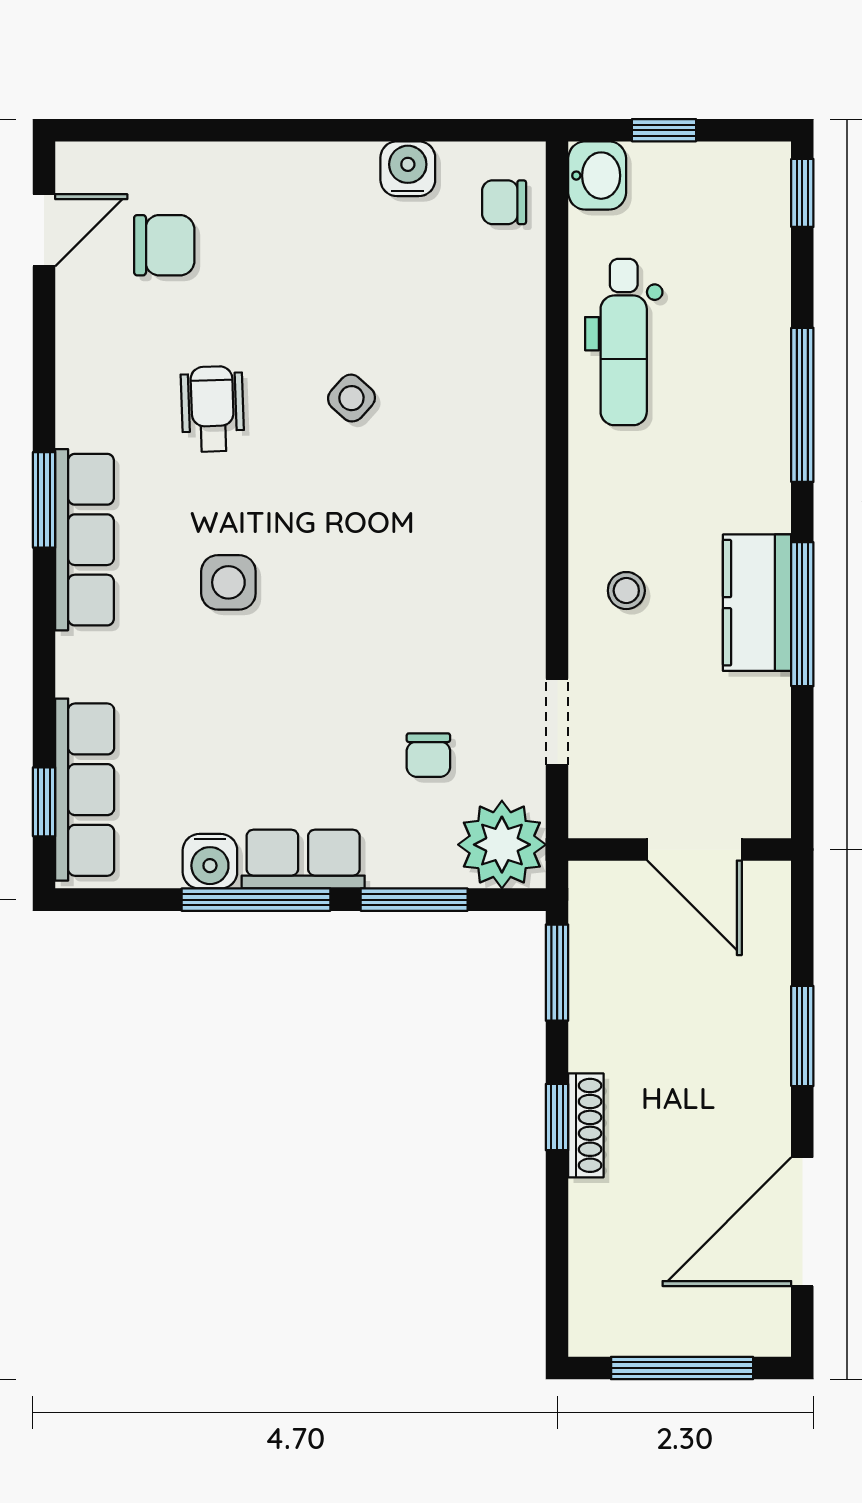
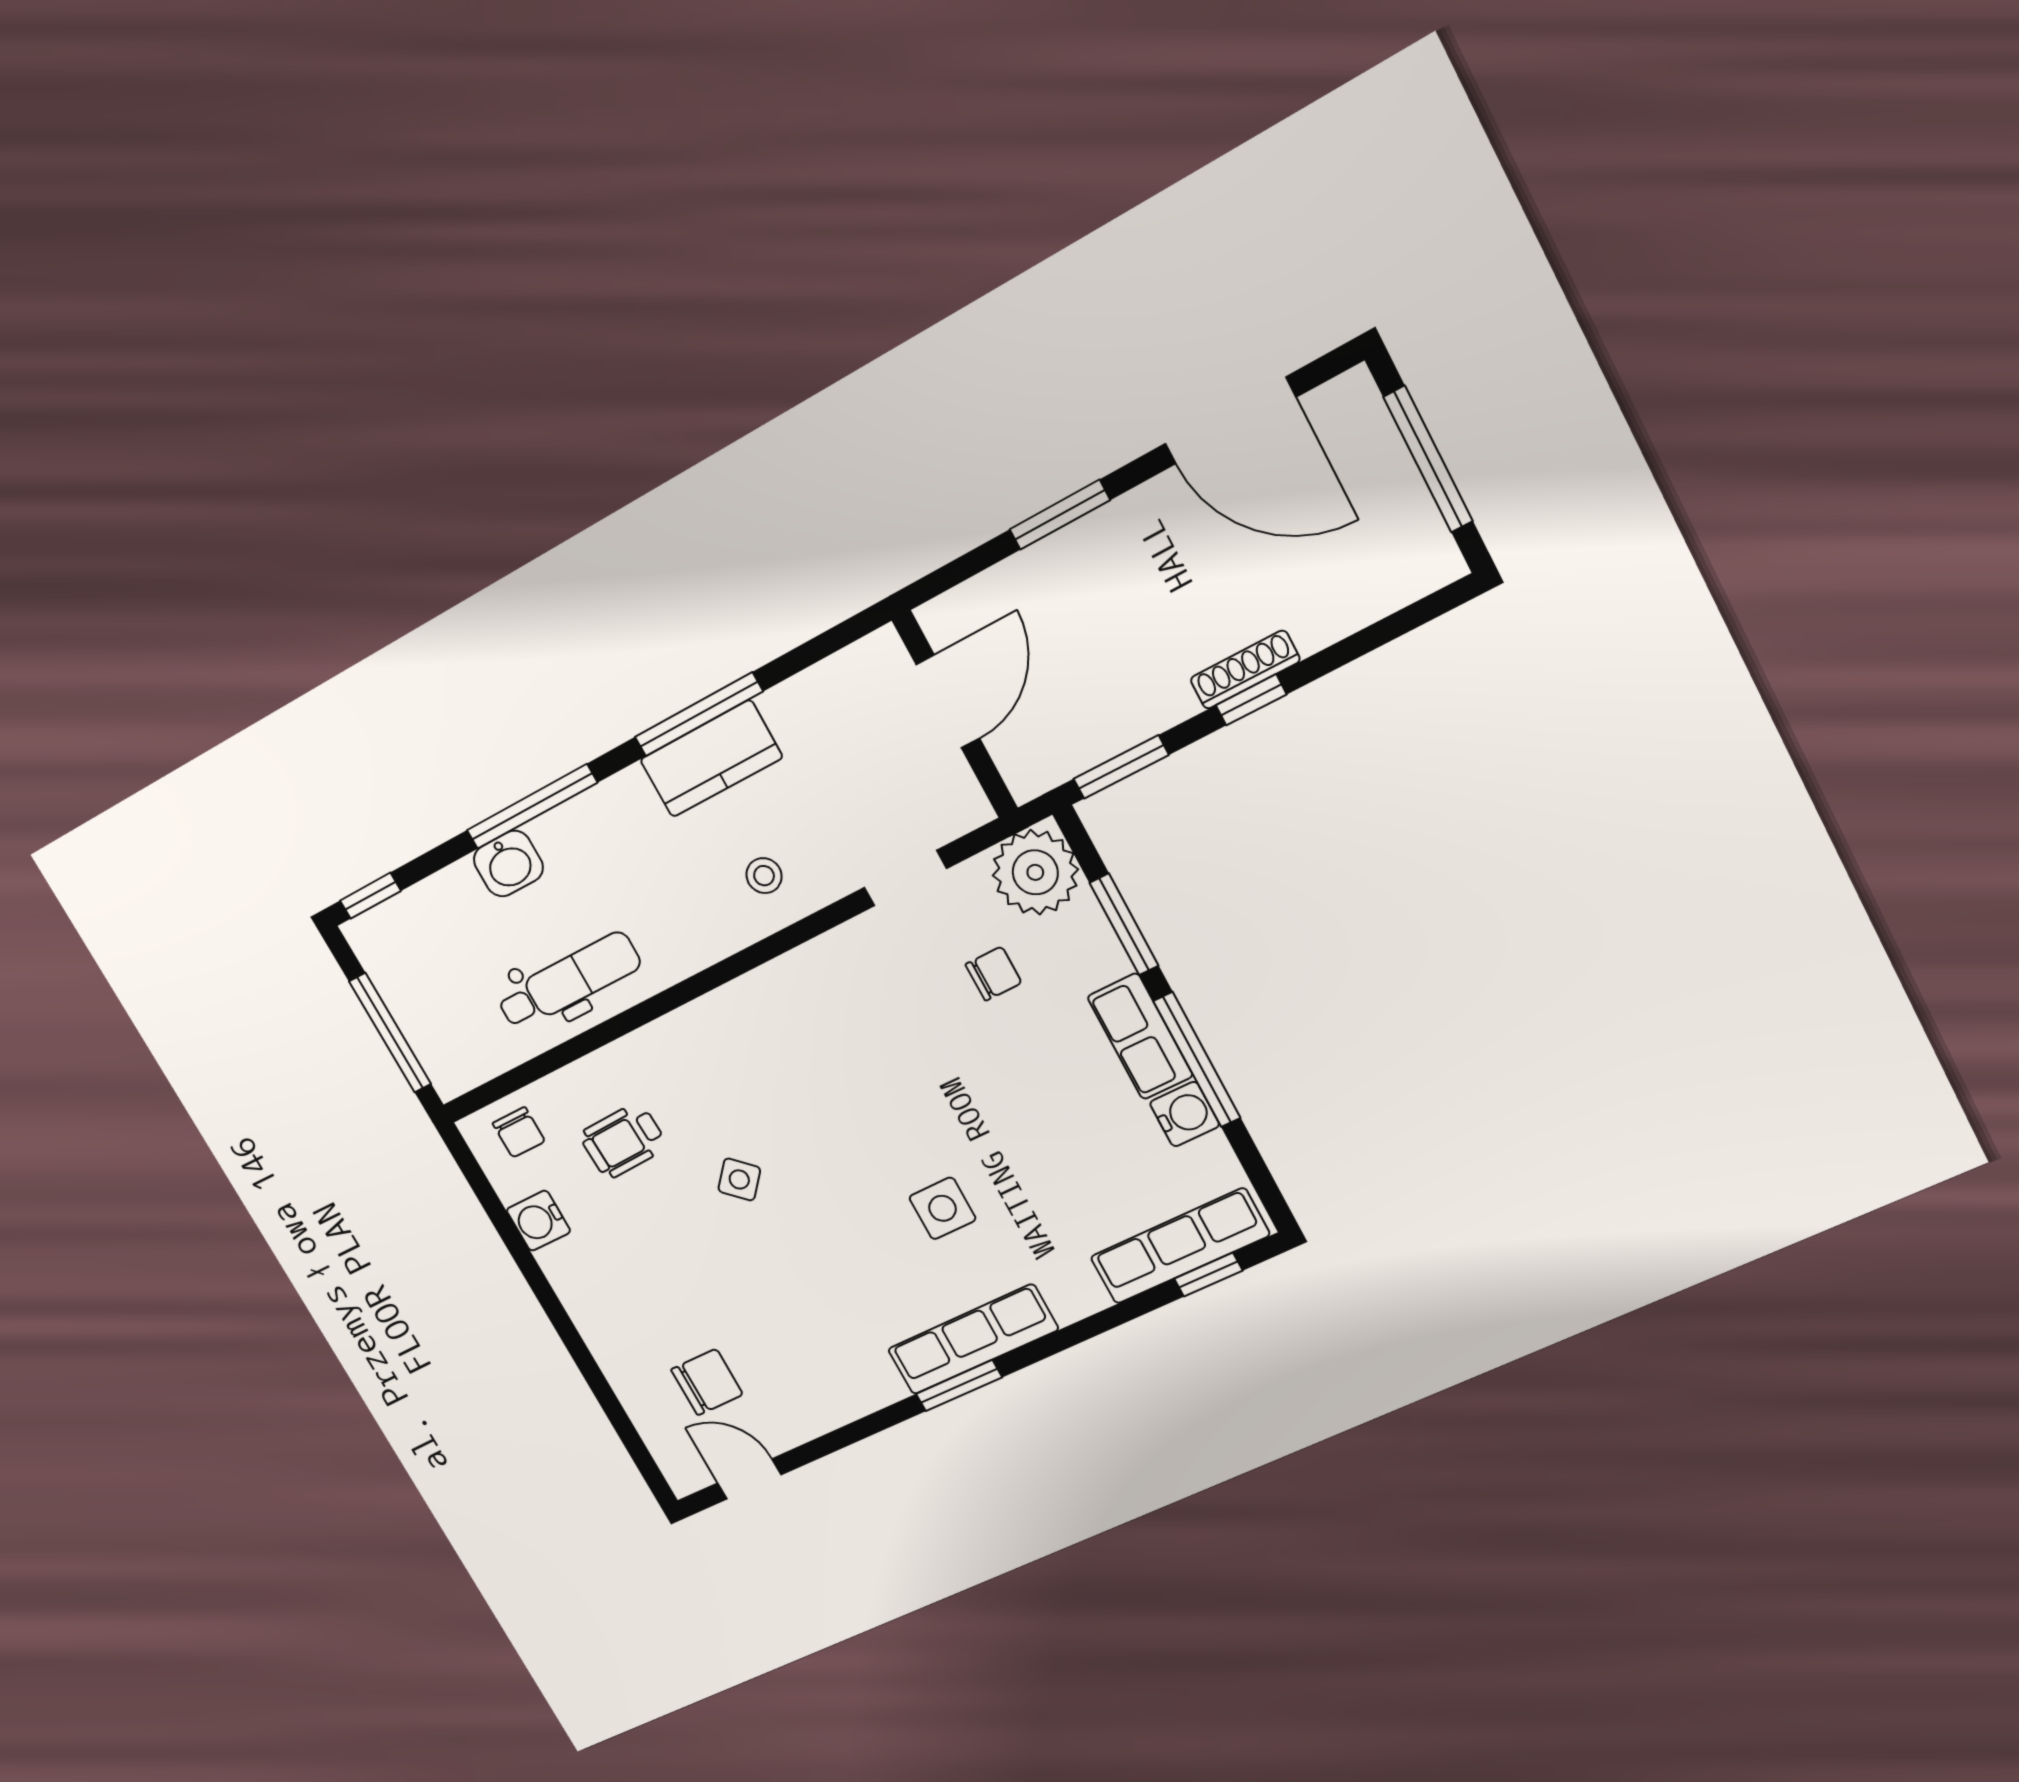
window: (664, 130) -> (390, 1033), width x2.17
washbasin: (597, 176) -> (508, 864), moved, turned 180
chair: (164, 245) -> (707, 1382), turned 90
wheelchair: (212, 409) -> (623, 1141), moved

